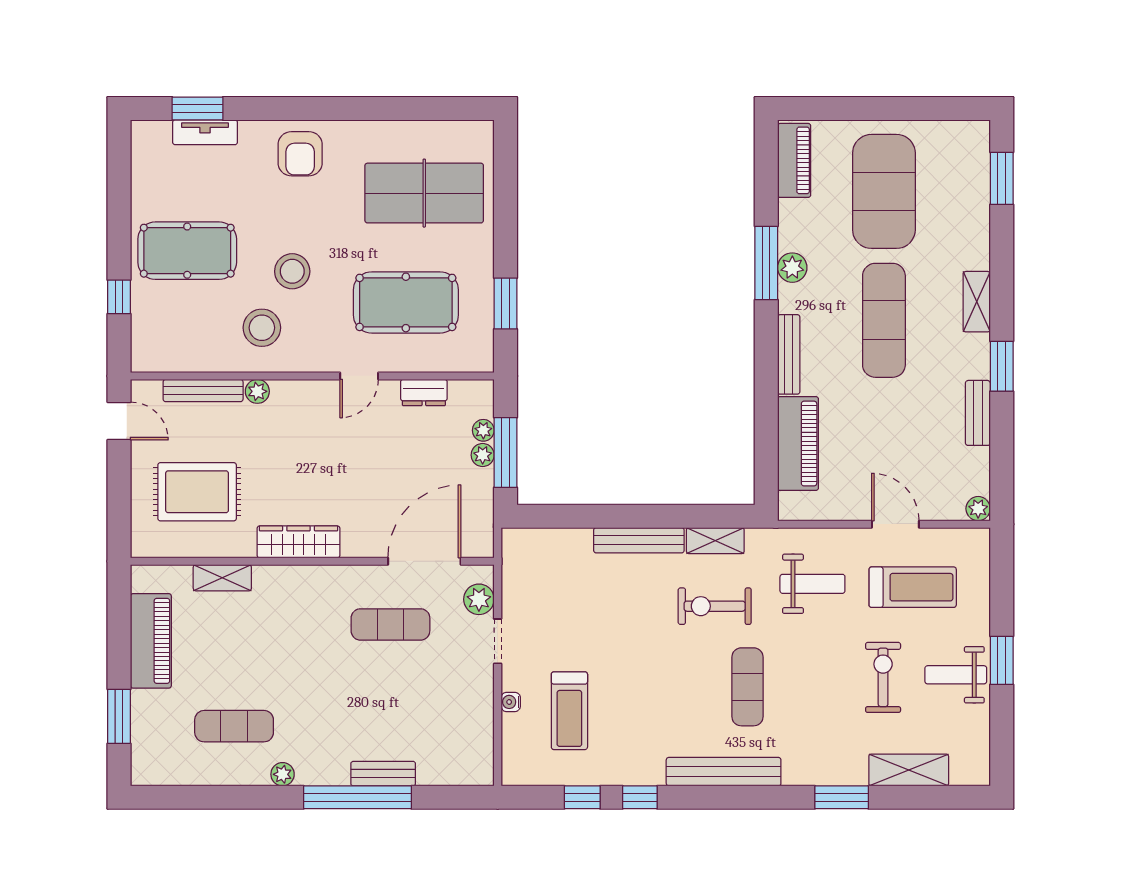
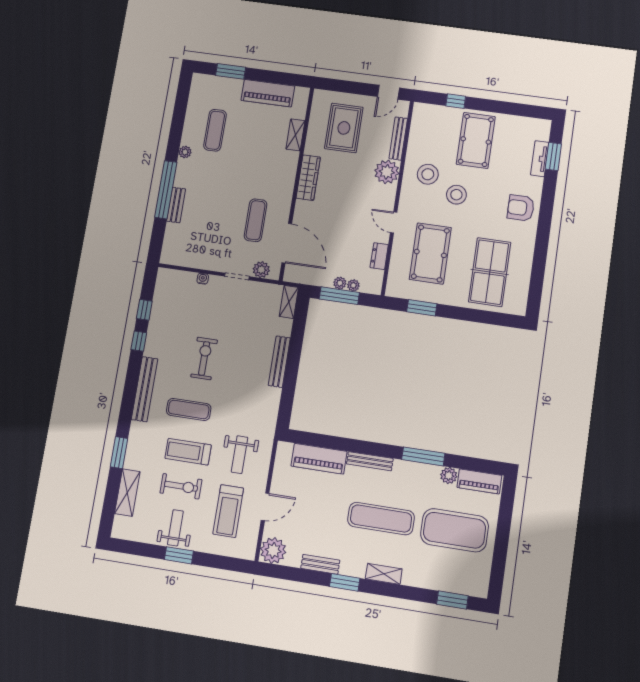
plant: (792, 268) -> (449, 476), moved
plant: (257, 391) -> (387, 172), width x1.88, depth x1.88
plant: (978, 509) -> (273, 550), width x1.87, depth x1.87
shelving: (715, 541) -> (289, 302), moved
exercise bike: (715, 606) -> (204, 358), moved
treadmill: (569, 711) -> (188, 452), moved

